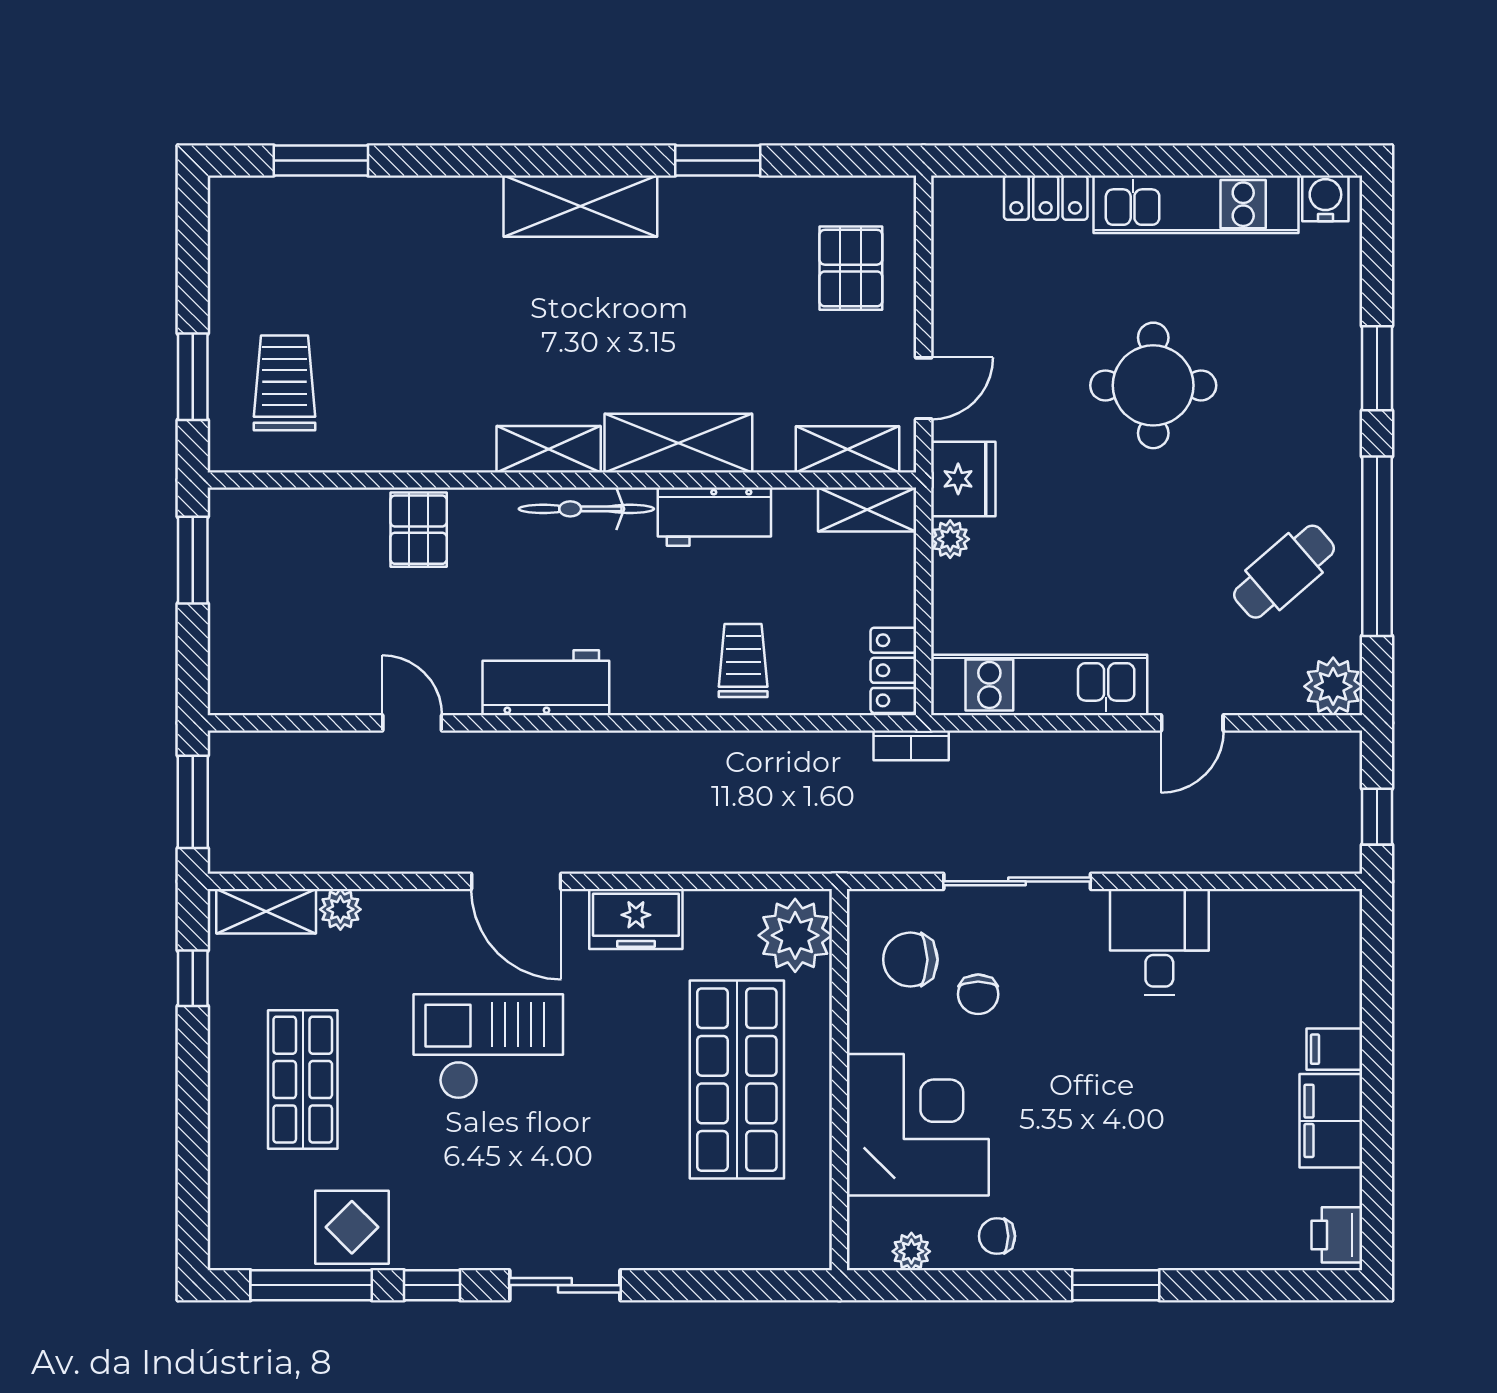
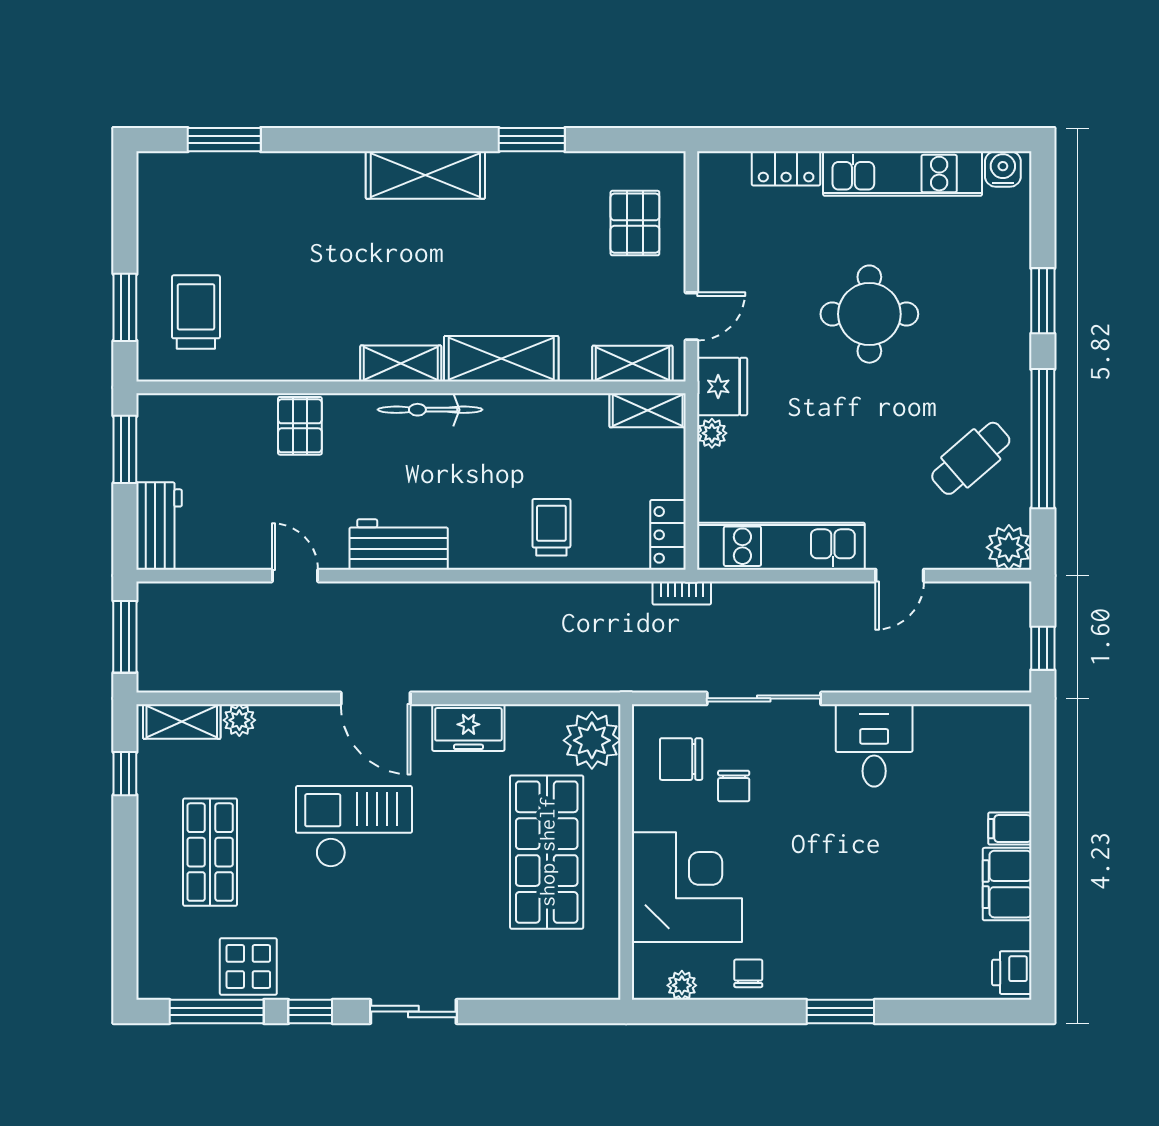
workbench: (714, 517) -> (159, 526), moved, turned -90
chair: (997, 1236) -> (748, 973), turned 90

